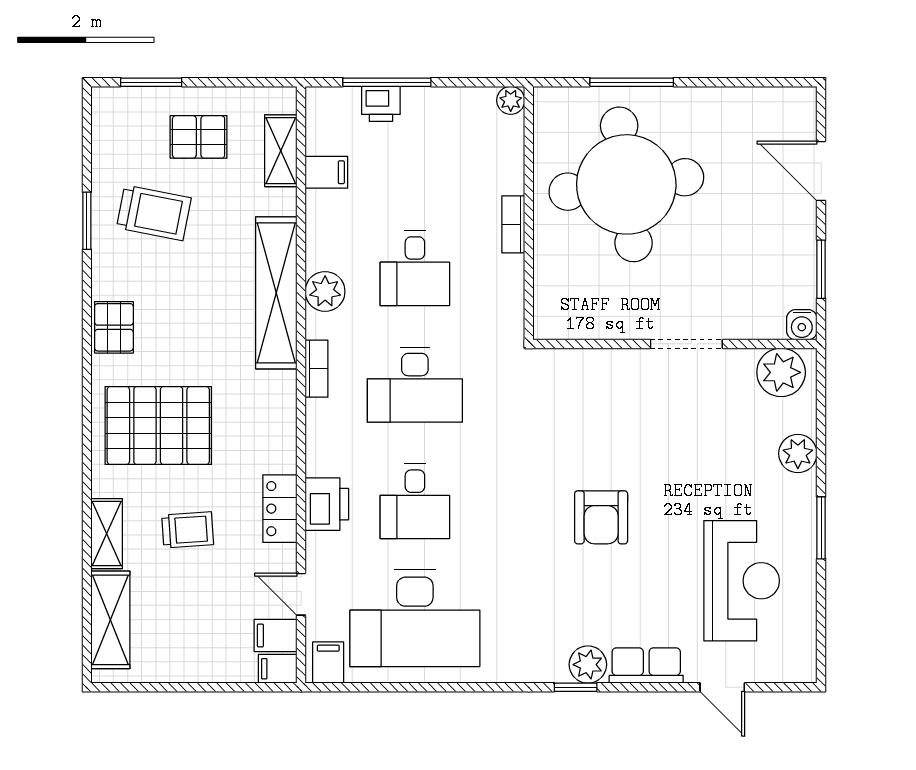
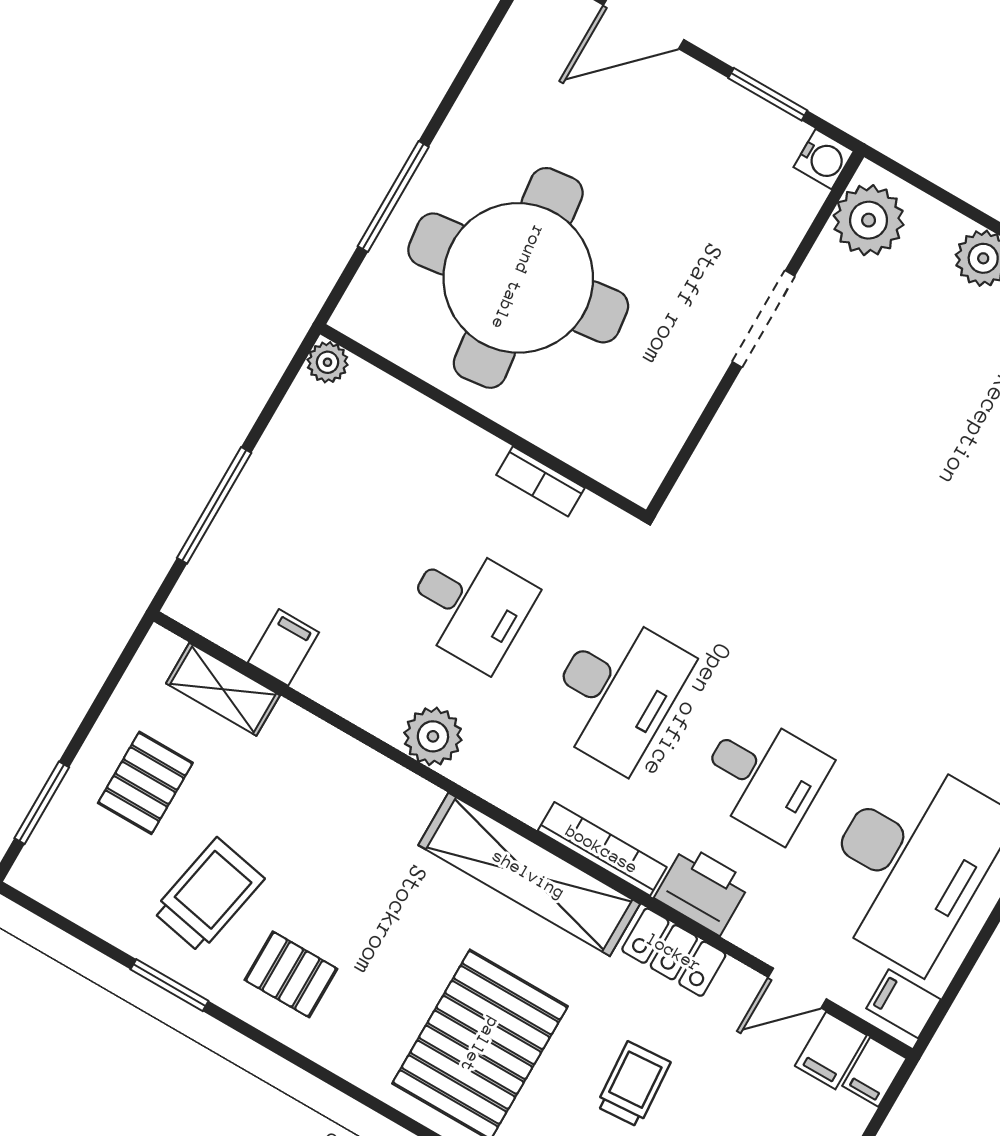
printer: (381, 104) -> (237, 529), removed
bookcase: (513, 224) -> (540, 481), moved
shelving: (276, 293) -> (529, 874), moved
pallet: (114, 327) -> (291, 974), moved
bookcase: (317, 369) -> (602, 849), moved, width x1.56
armchair: (601, 517) -> (920, 553), removed

